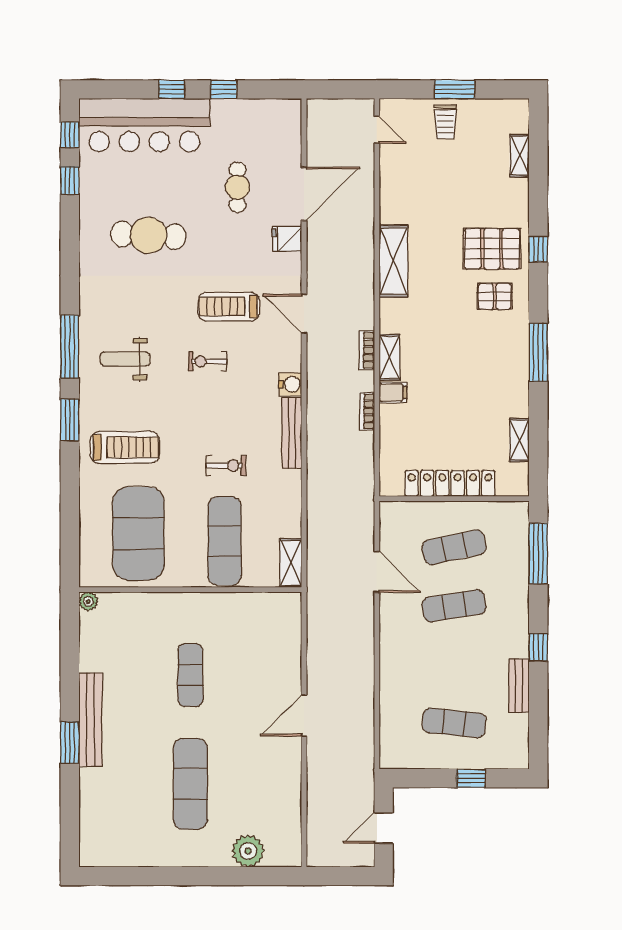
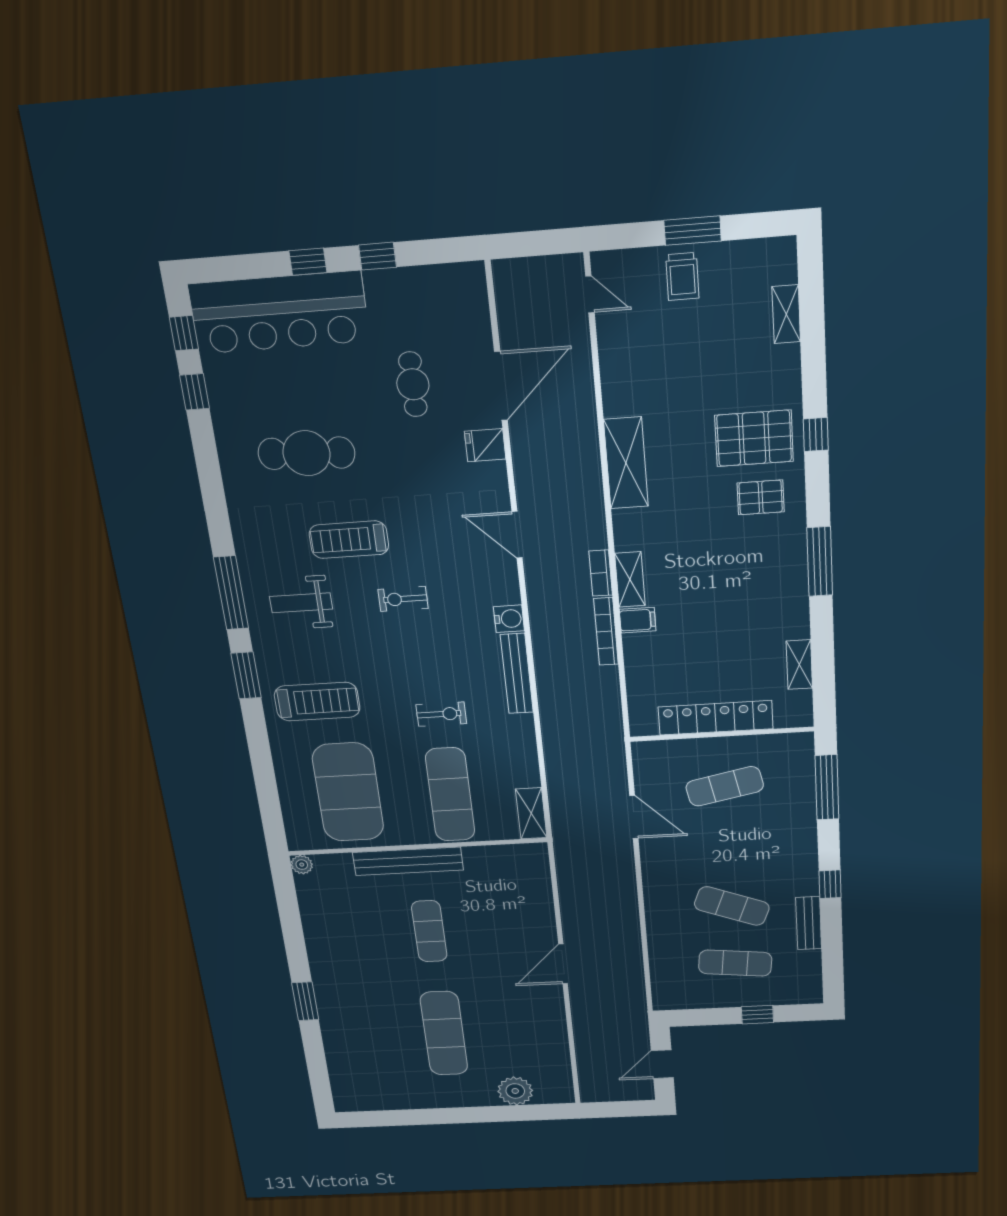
treadmill: (229, 307) -> (349, 540), moved
bookcase: (367, 411) -> (606, 631), width x1.56
exercise mat: (454, 606) -> (732, 906), moved, turned 30
bench: (91, 720) -> (408, 861), moved, turned 90

